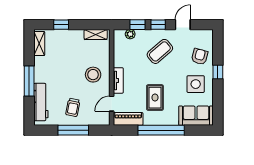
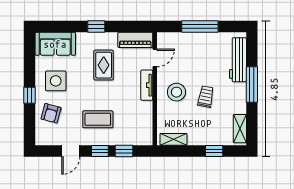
plant: (130, 34) -> (133, 140), removed
coffee table: (160, 51) -> (98, 119), turned 41
trolley: (73, 107) -> (206, 97), moved
window: (161, 130) -> (96, 27), width x0.32

